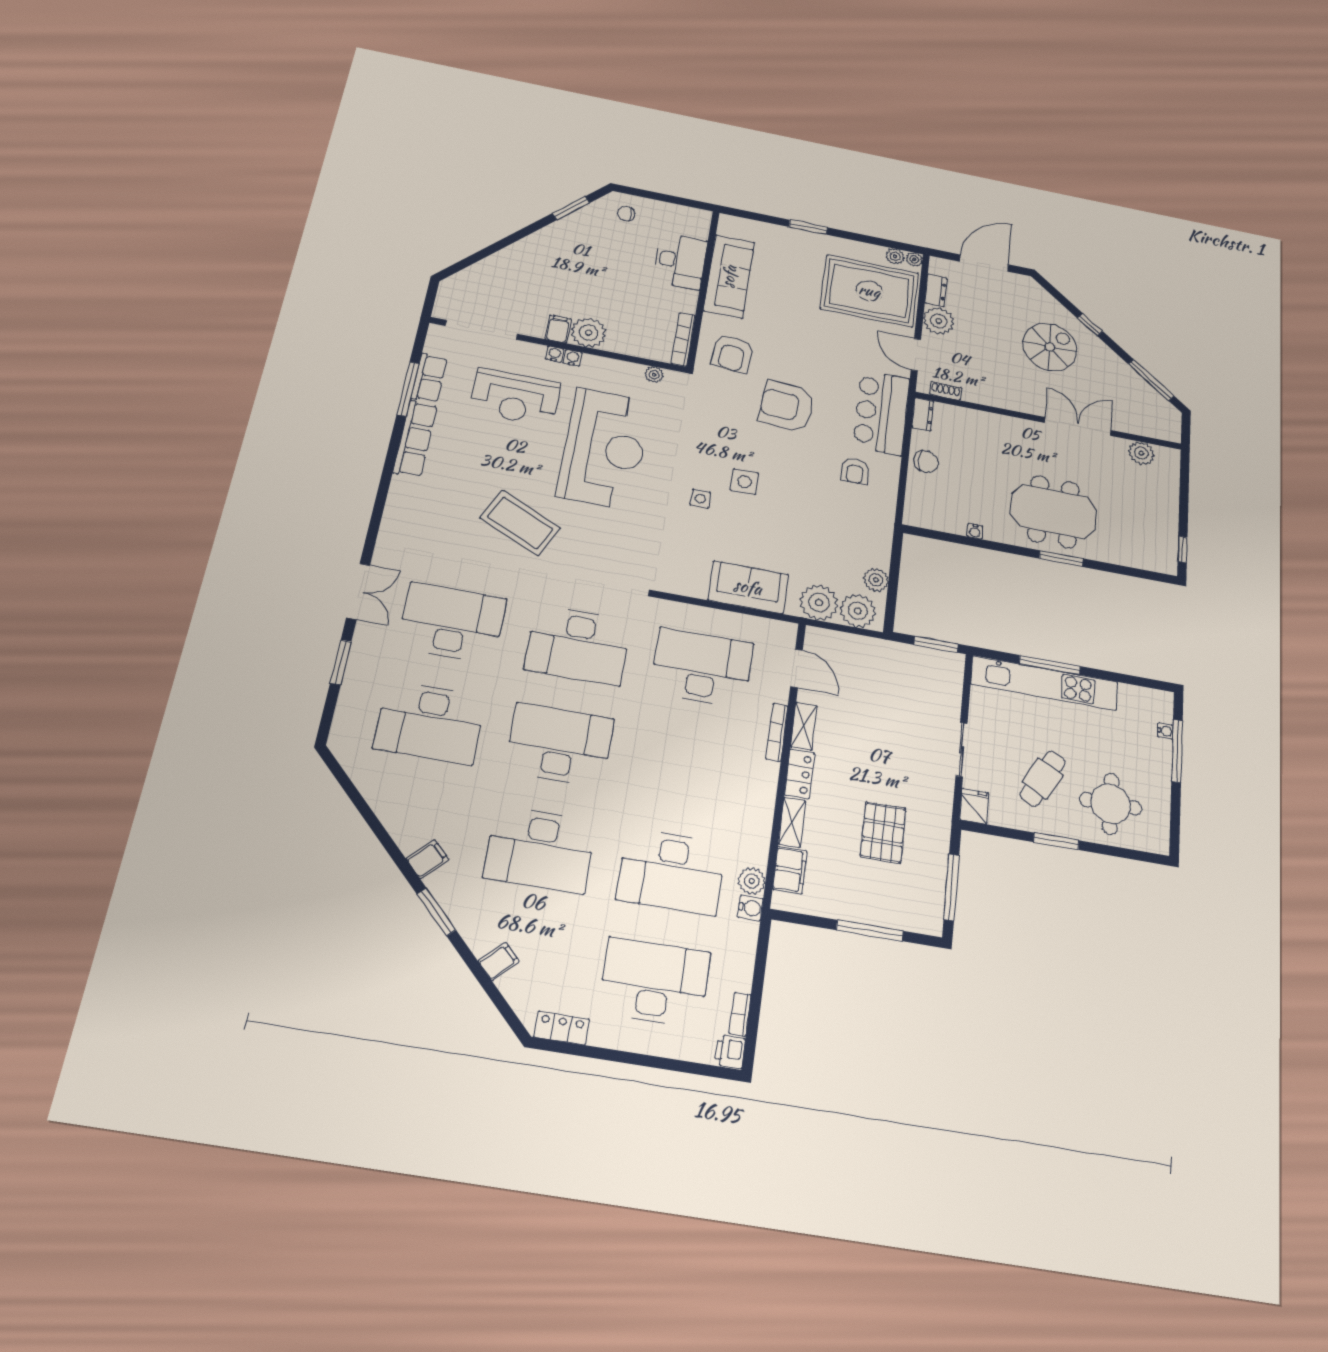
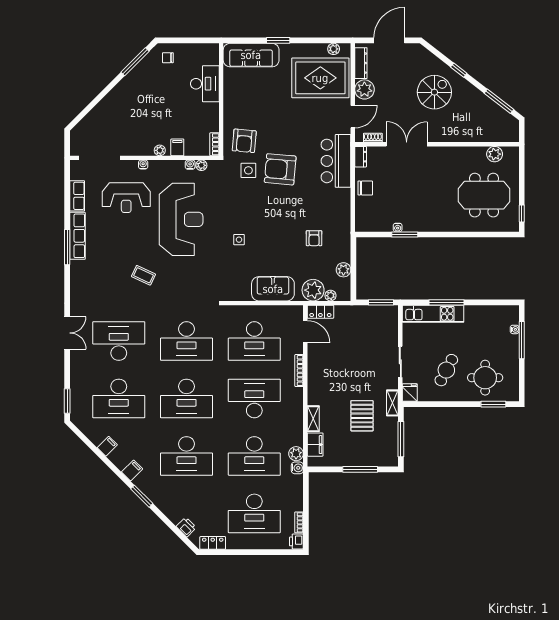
window: (571, 208) -> (135, 62), width x1.44
plant: (914, 259) -> (346, 48), removed
sofa: (729, 276) -> (251, 55), moved, turned 90
dresser: (936, 290) -> (361, 63), width x1.44
filing cabinet: (558, 329) -> (177, 147), moved
plant: (589, 332) -> (160, 150), width x0.53, depth x0.53
bookcase: (683, 339) -> (214, 144), width x0.64
door: (916, 355) -> (353, 117), swing flipped
water cooler: (573, 358) -> (190, 165), moved
window: (408, 389) -> (67, 247), moved
double door: (1078, 426) -> (407, 144), moved
armchair: (855, 471) -> (314, 238), moved
side table: (744, 482) -> (248, 170), moved
meeting table: (1053, 512) -> (484, 195), moved
coffee table: (520, 523) -> (143, 275), width x0.54, depth x0.58
window: (1061, 559) -> (405, 235), moved
plant: (858, 611) -> (330, 296), width x0.53, depth x0.53
window: (341, 662) -> (67, 401), moved
desk: (702, 667) -> (254, 341), turned 180
kitchen unit: (1045, 683) -> (433, 314), width x0.73
shelving: (804, 726) -> (392, 403), moved
desk: (559, 745) -> (187, 398), turned 180
desk: (687, 767) -> (254, 398), added
locker: (799, 774) -> (320, 312), moved, turned 90
window: (1056, 841) -> (493, 404), moved
filing cabinet: (499, 961) -> (107, 446), moved
desk: (654, 982) -> (254, 513), turned 180
printer: (514, 987) -> (186, 527), added

